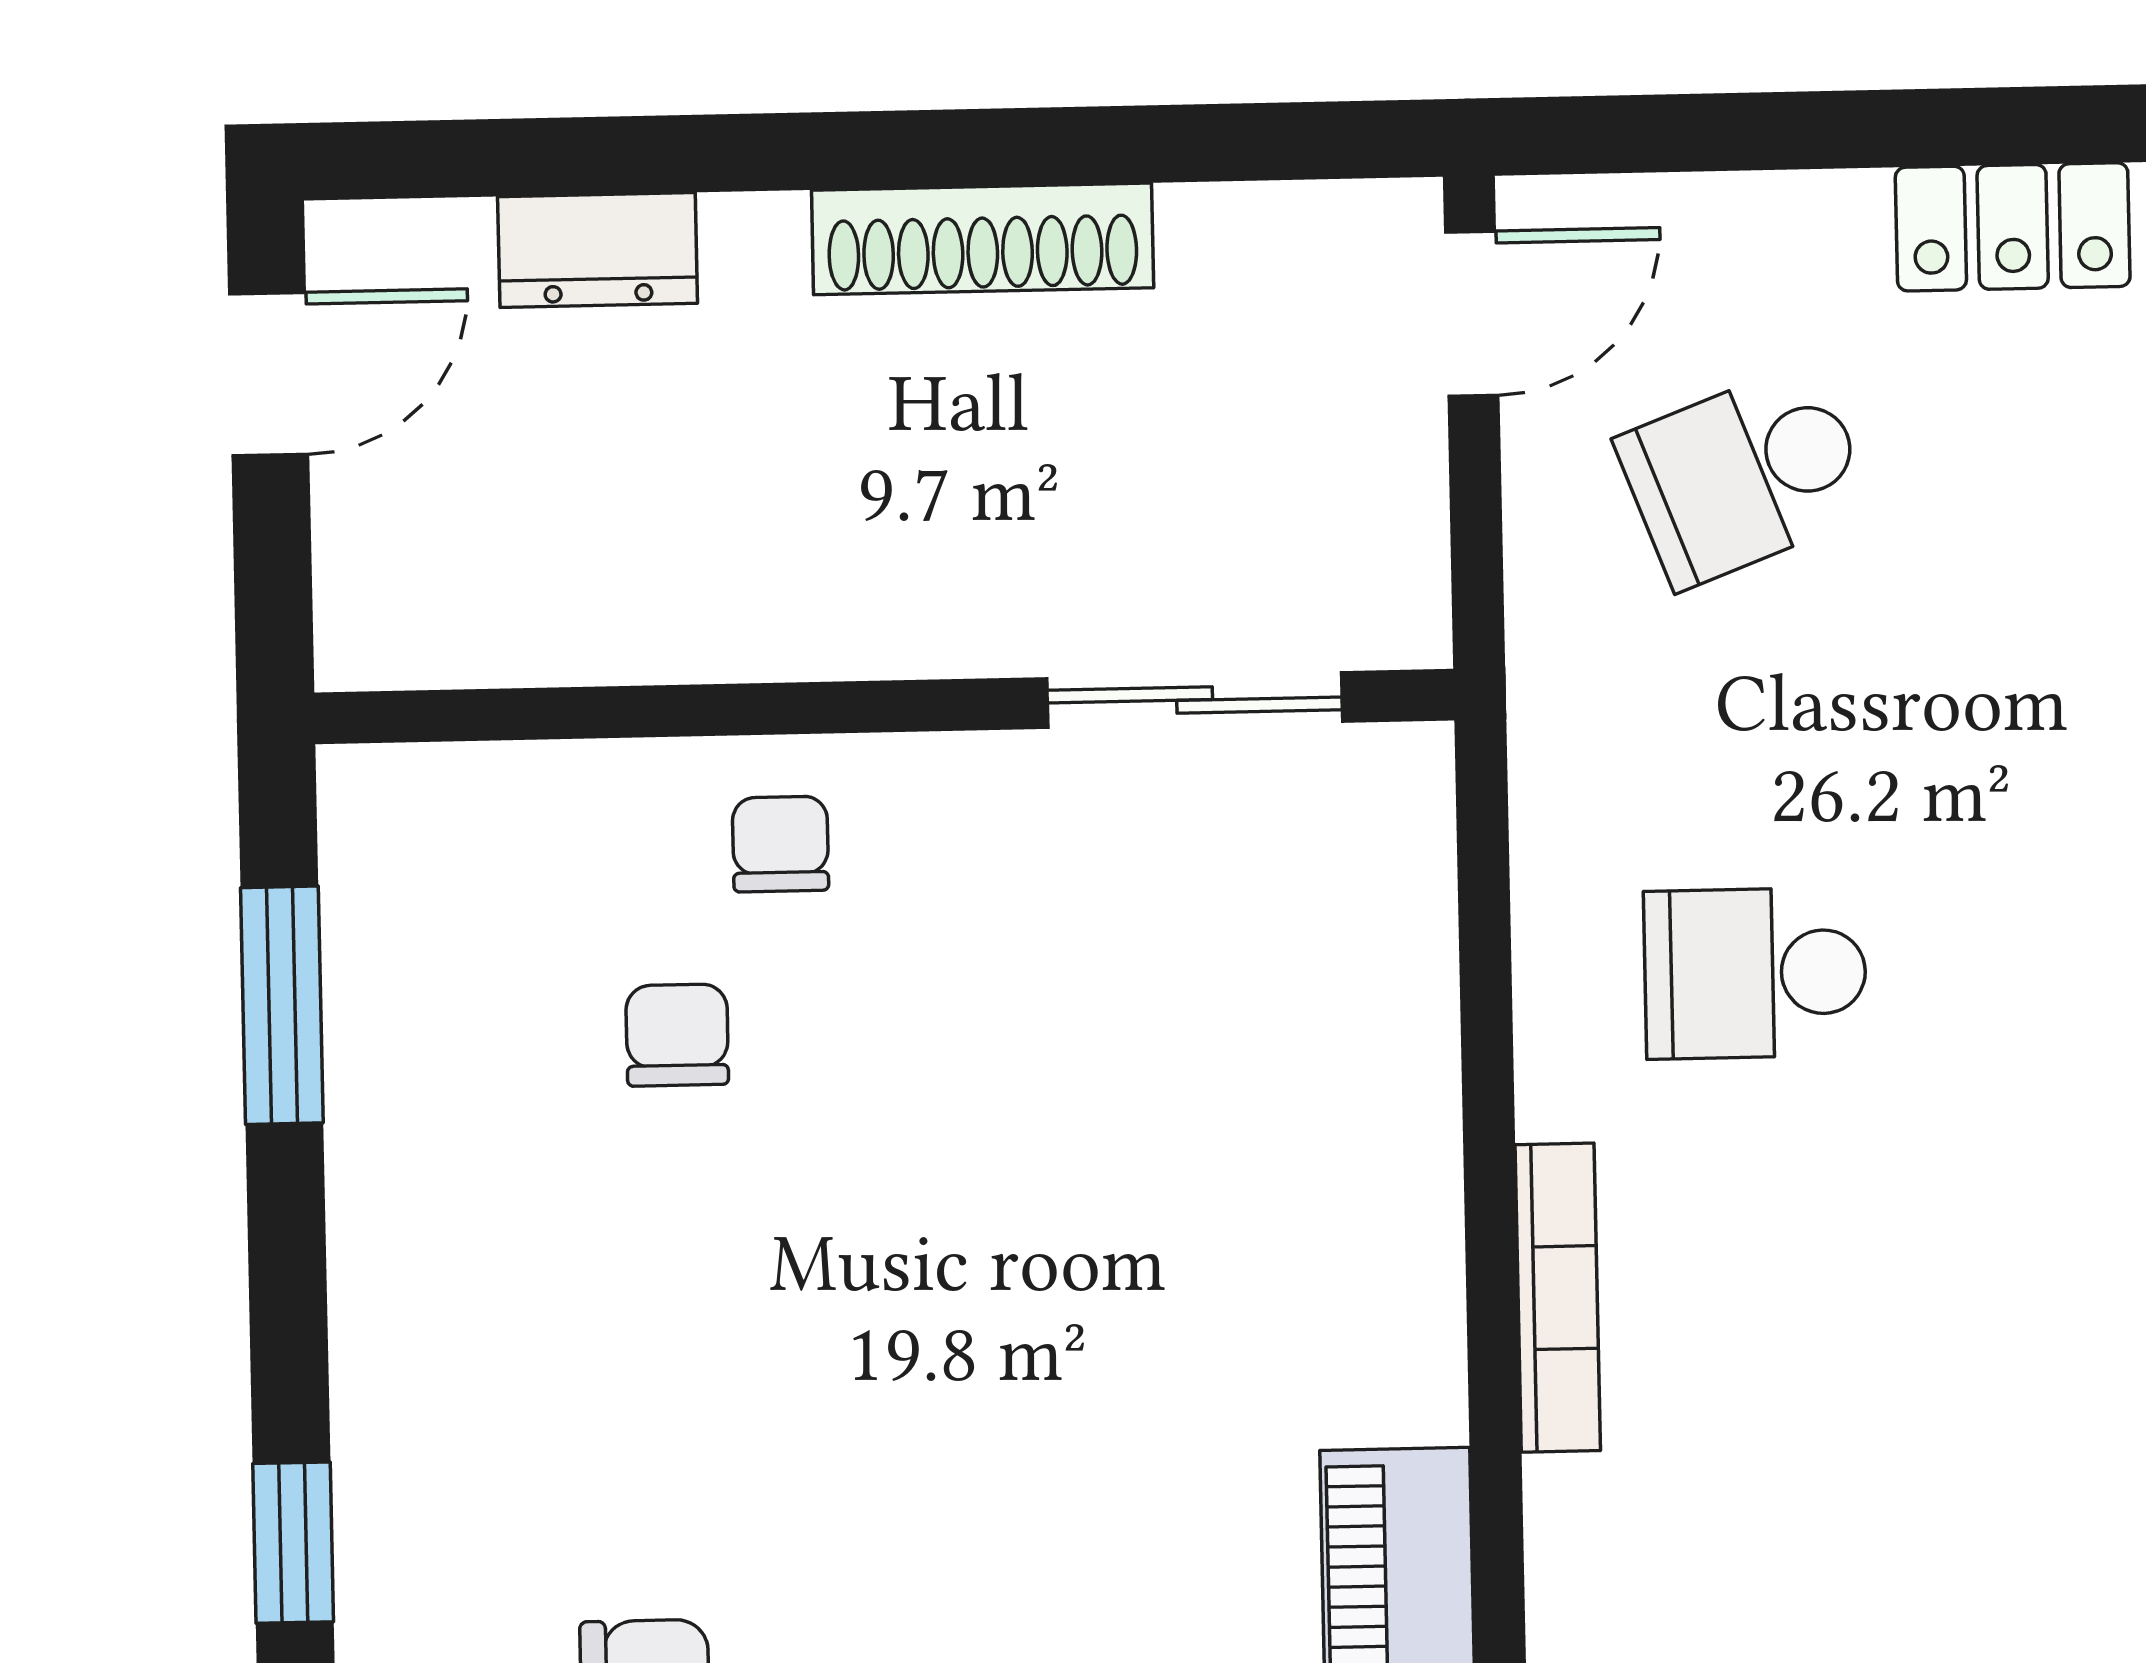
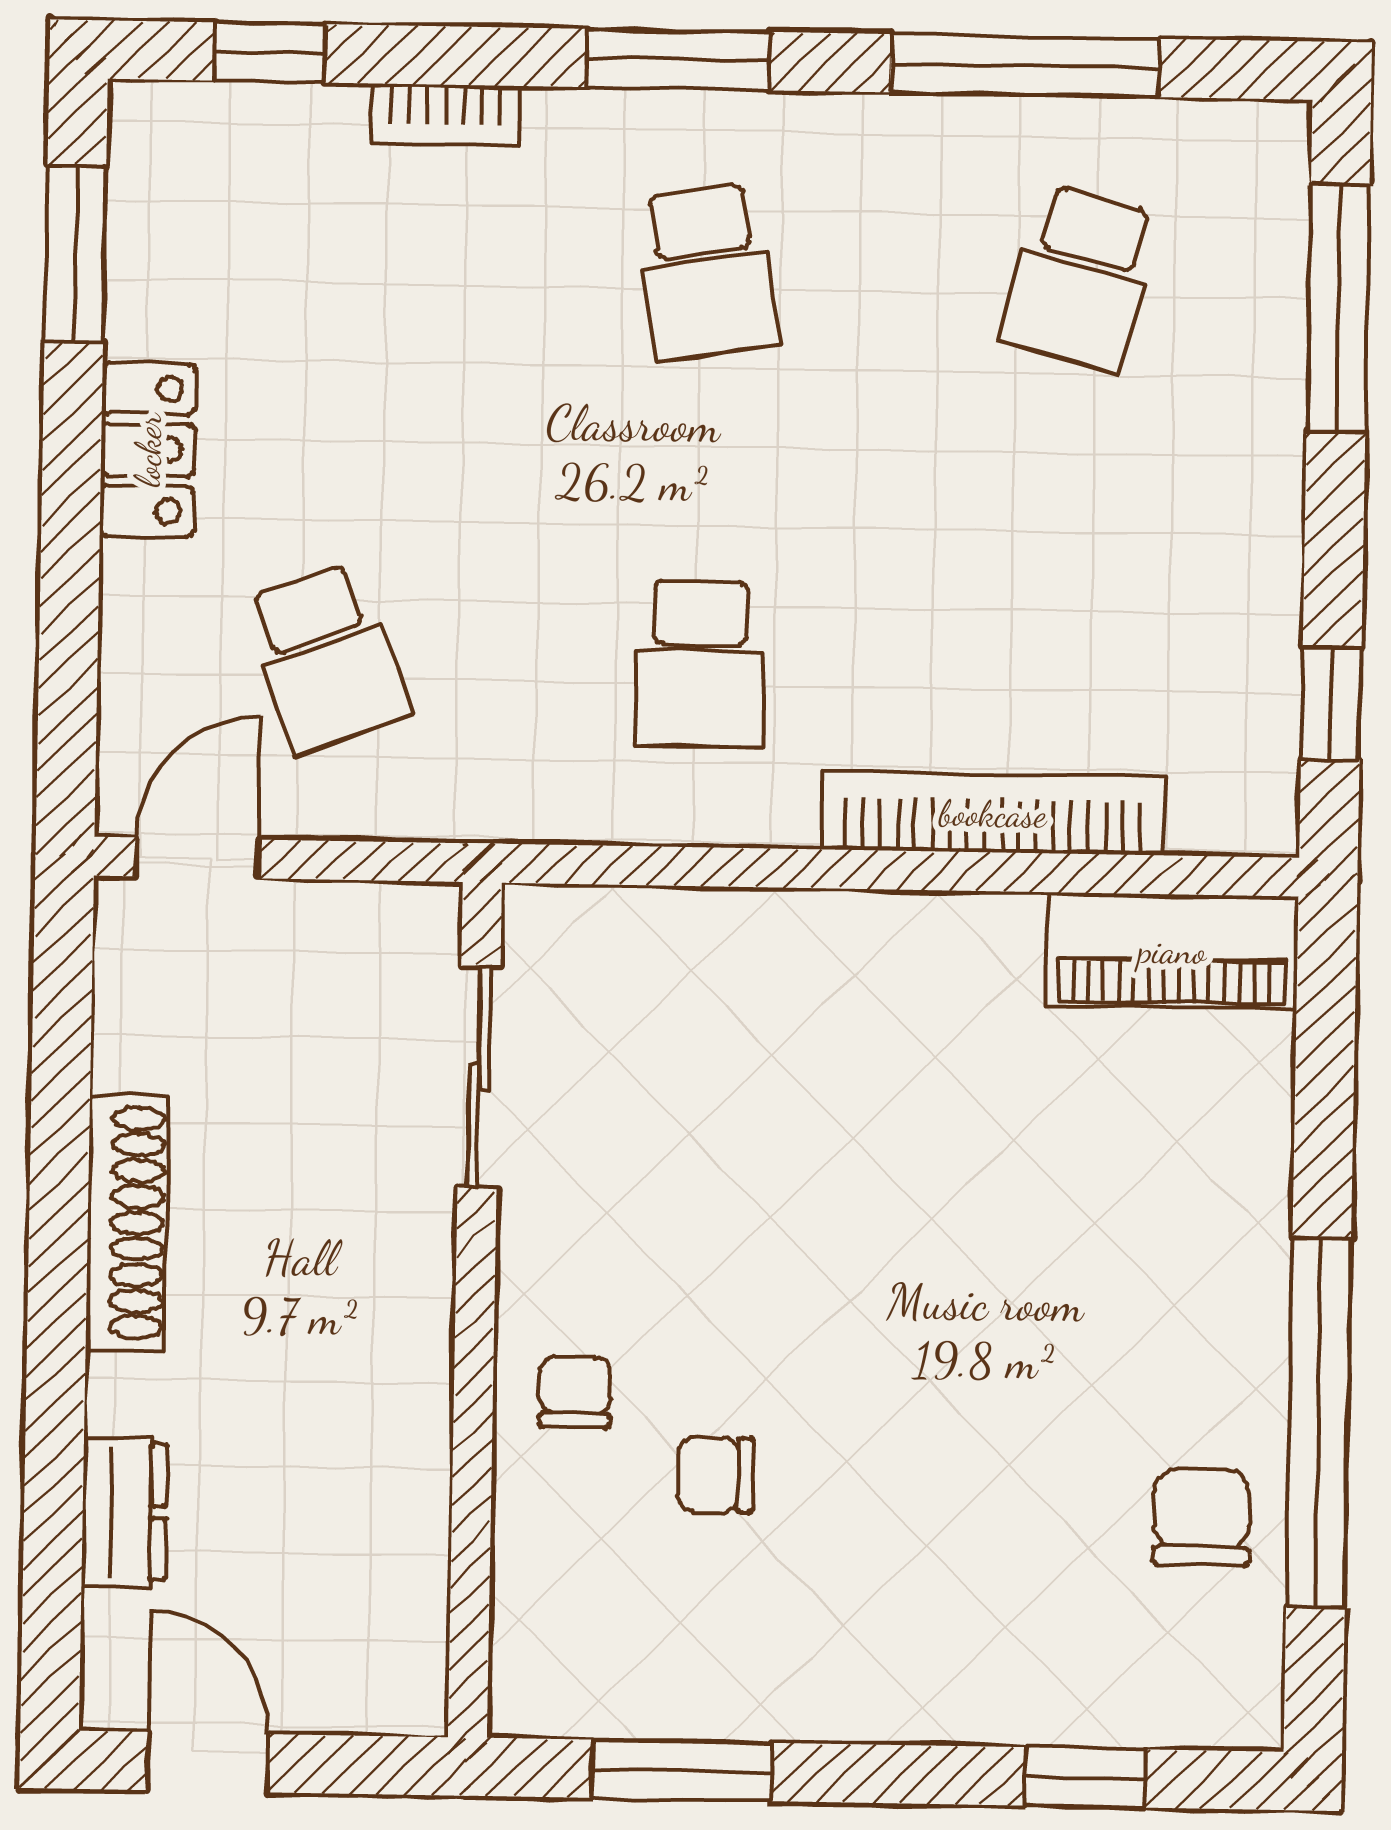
door: (1472, 314) -> (197, 858), hinge flipped
chair: (780, 844) -> (575, 1392), turned 90
bookcase: (1558, 1298) -> (993, 814), width x1.48, depth x1.31

